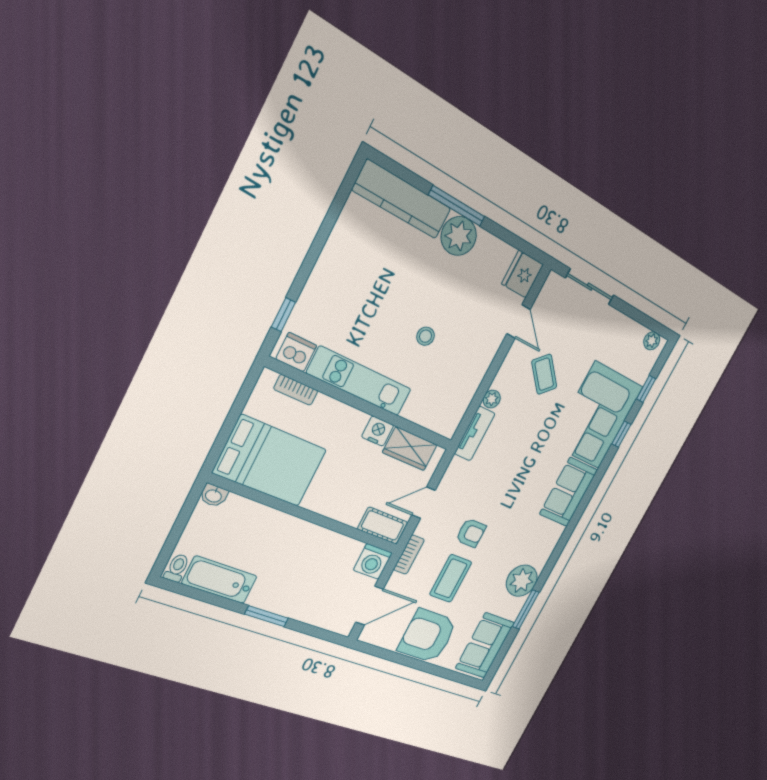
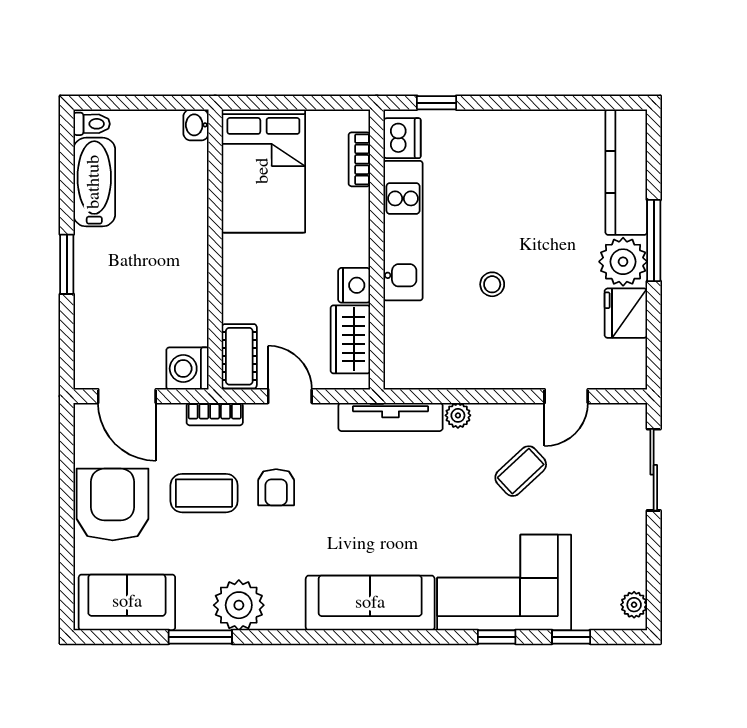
fridge: (522, 274) -> (626, 313), moved, turned -90
tv unit: (475, 434) -> (391, 417), width x1.41
sofa: (569, 492) -> (370, 603), width x1.36

